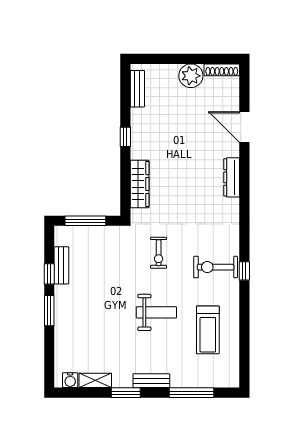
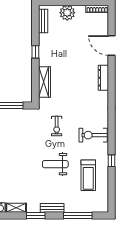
plant: (191, 76) -> (67, 13), moved
window: (244, 271) -> (112, 161), moved
weight bench: (156, 312) -> (55, 164), turned 180

